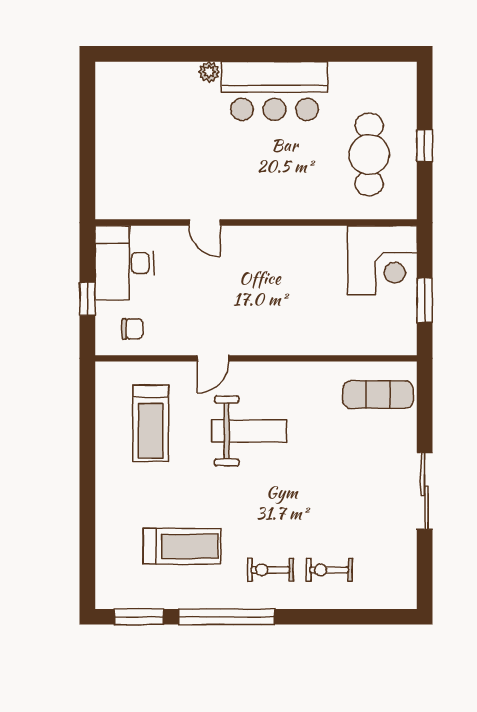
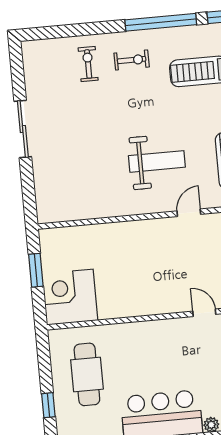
window: (425, 146) -> (48, 405), moved
exercise mat: (378, 395) -> (64, 197), removed
weight bench: (249, 431) -> (157, 161), turned 180
exercise bike: (329, 570) -> (88, 64), turned -90

